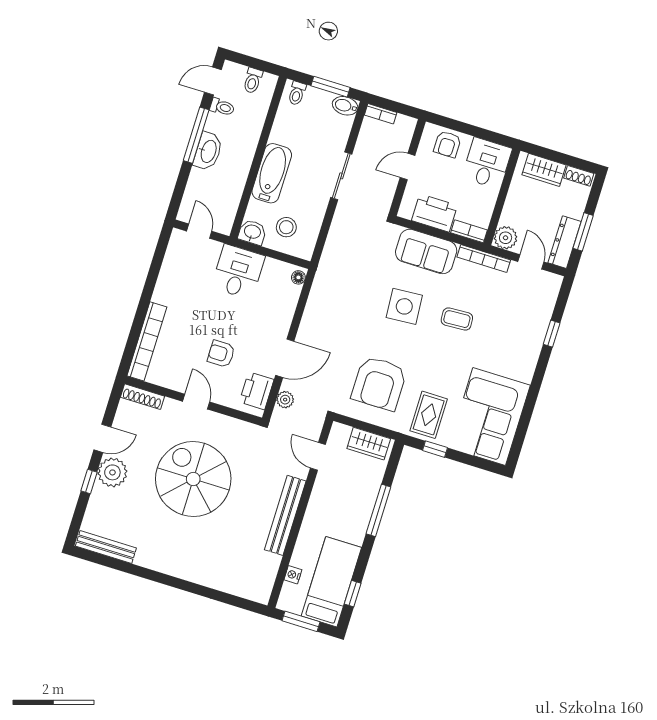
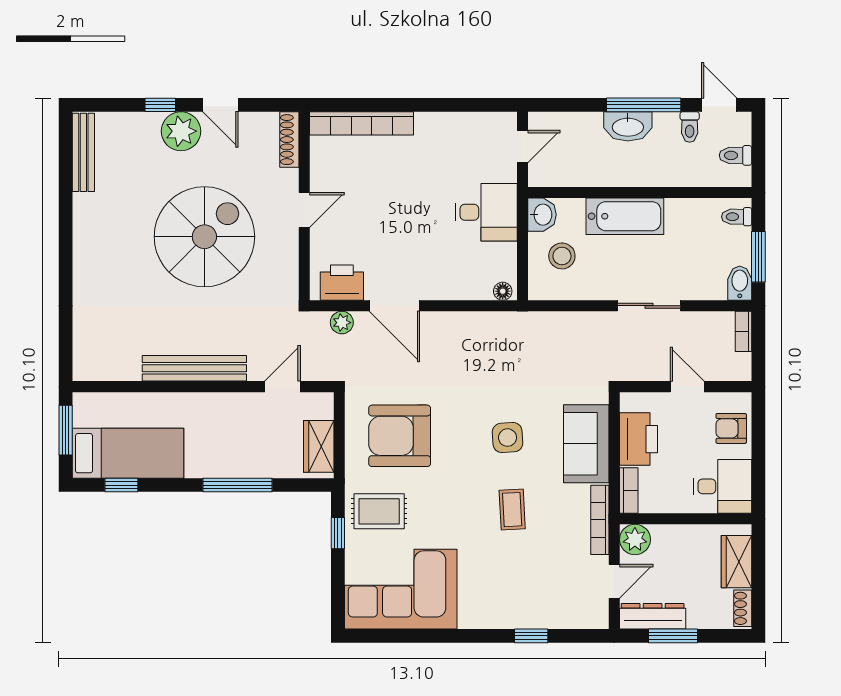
side table: (404, 306) -> (508, 438), width x0.73, depth x0.73
armchair: (221, 354) -> (375, 223), removed
nightstand: (293, 575) -> (122, 401), removed

